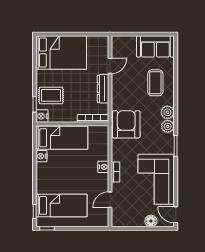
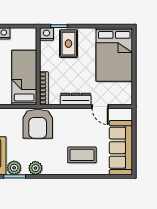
sofa: (155, 46) -> (121, 148), width x1.36
plant: (167, 112) -> (14, 168), moved
armchair: (126, 124) -> (38, 124), turned 90
bed: (62, 138) -> (24, 77), moved, turned 180

